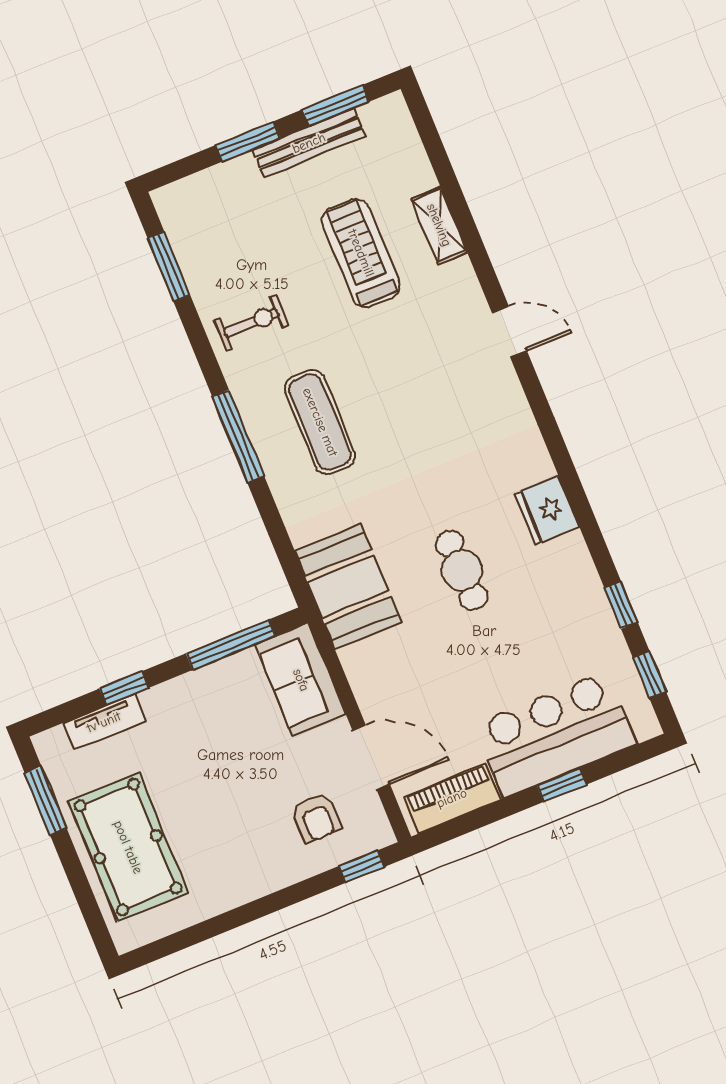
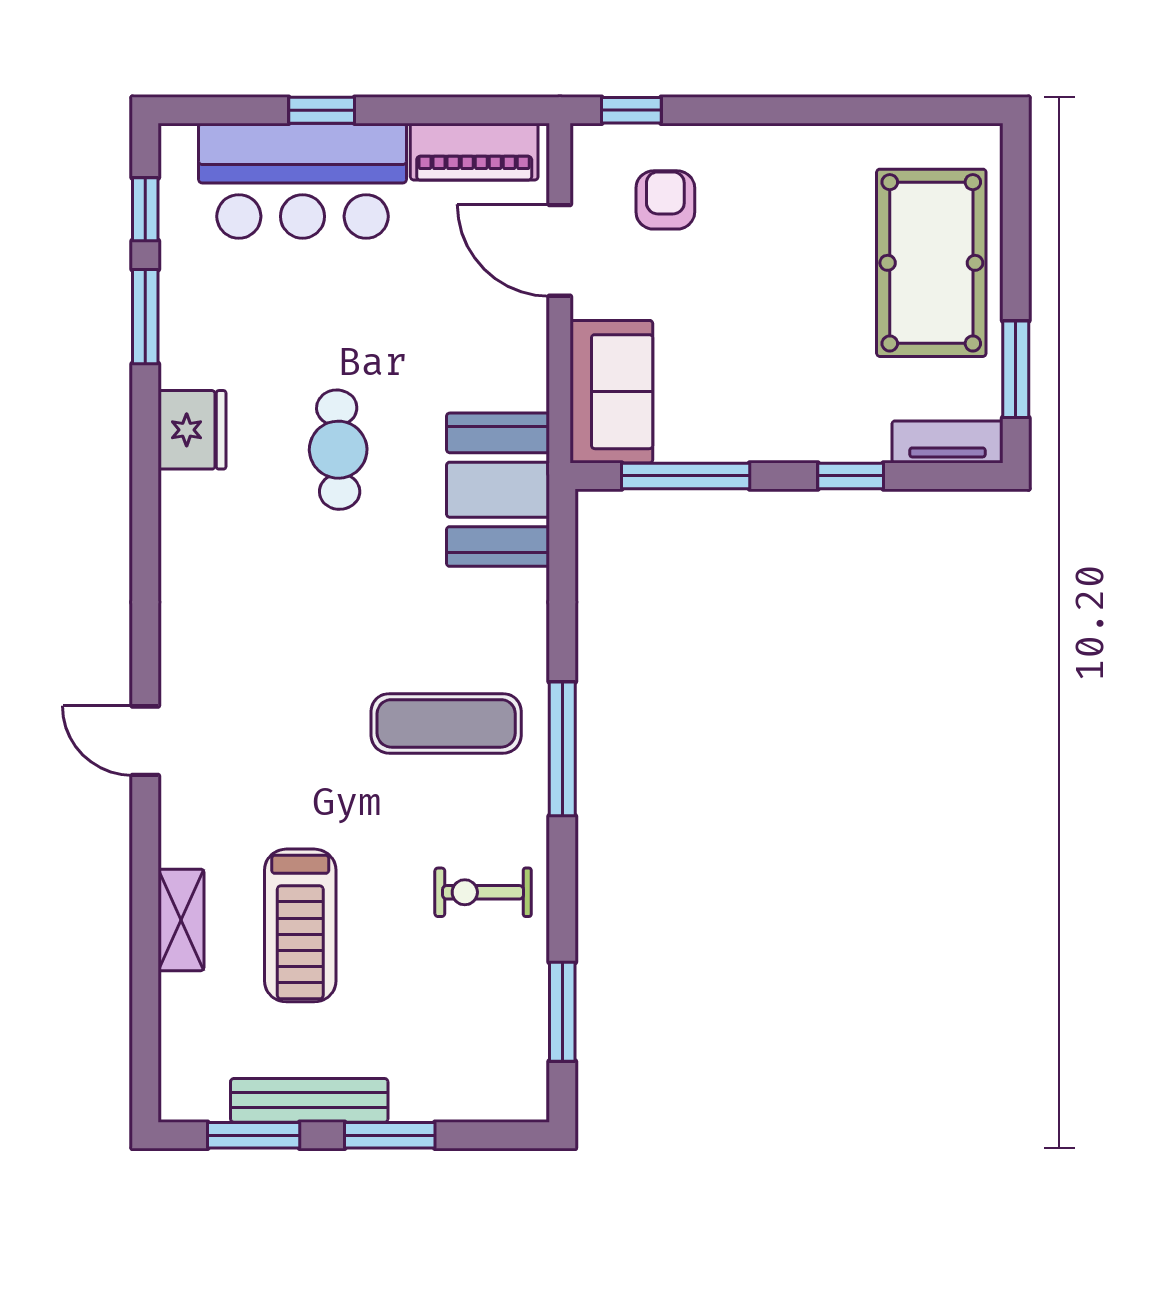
exercise mat: (320, 422) -> (446, 723), turned 90
fridge: (547, 510) -> (192, 430), moved
window: (621, 605) -> (145, 317), width x1.50
tv unit: (104, 722) -> (947, 442), moved

